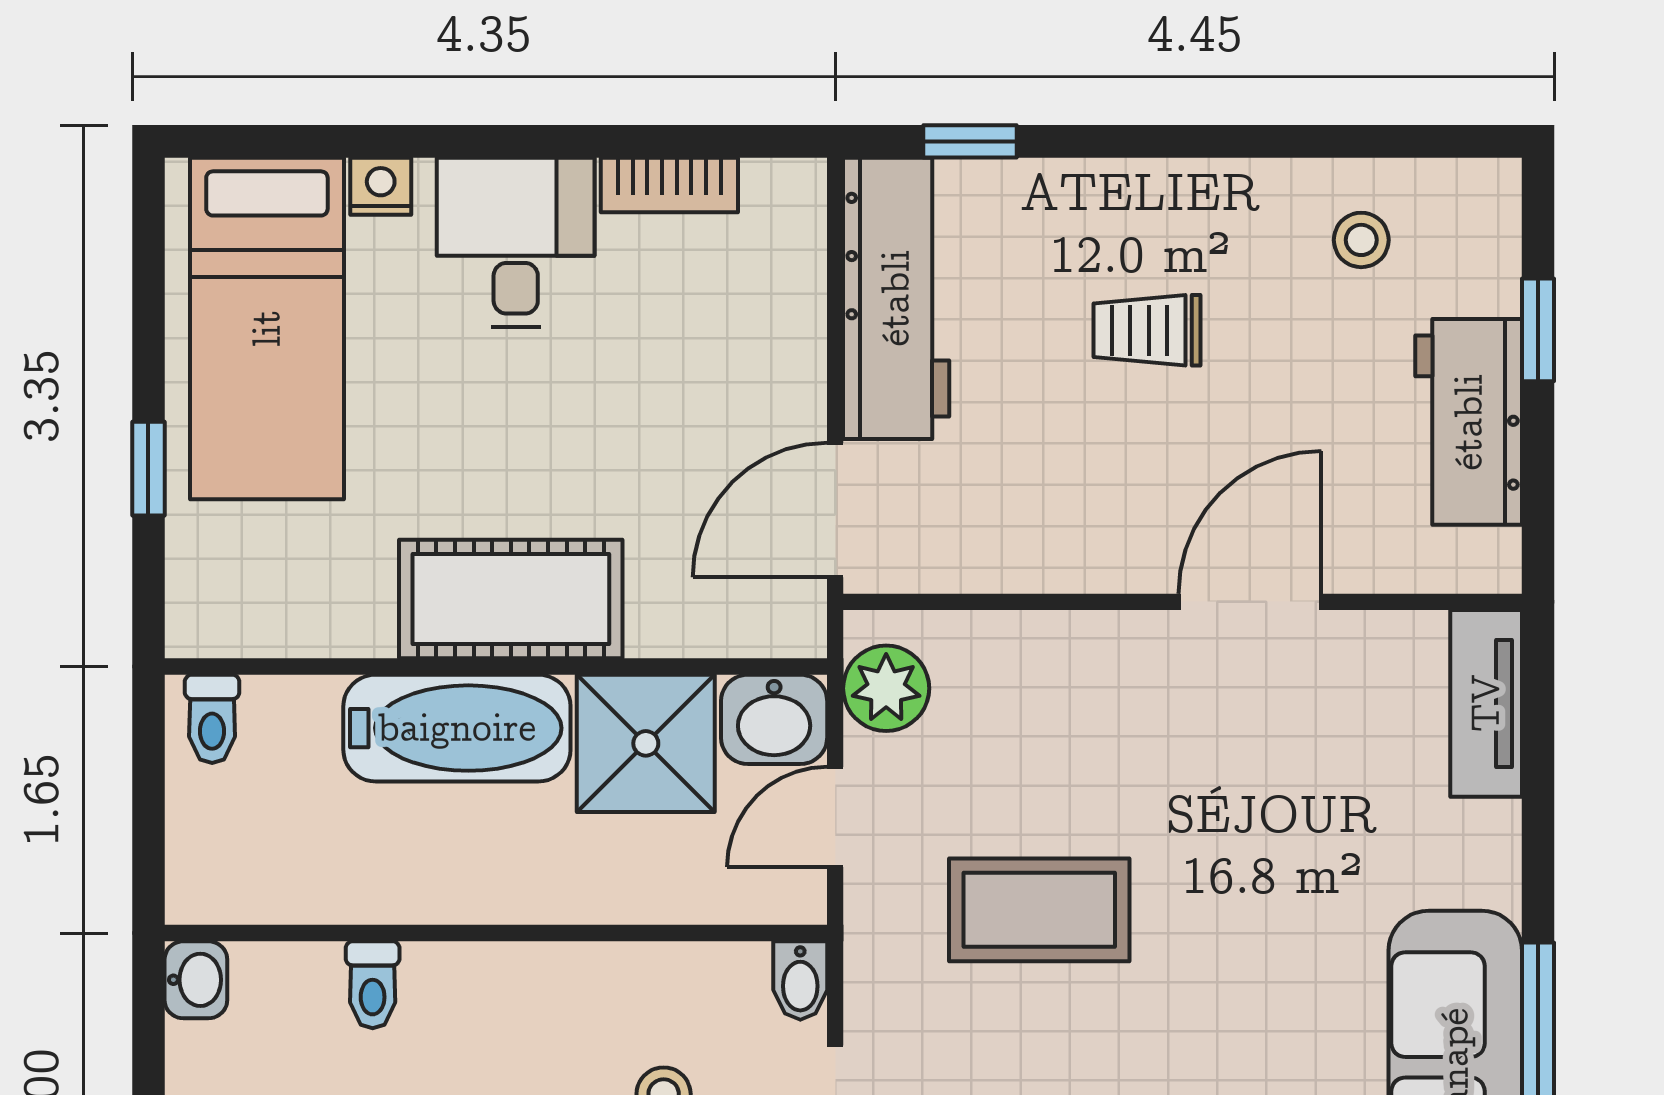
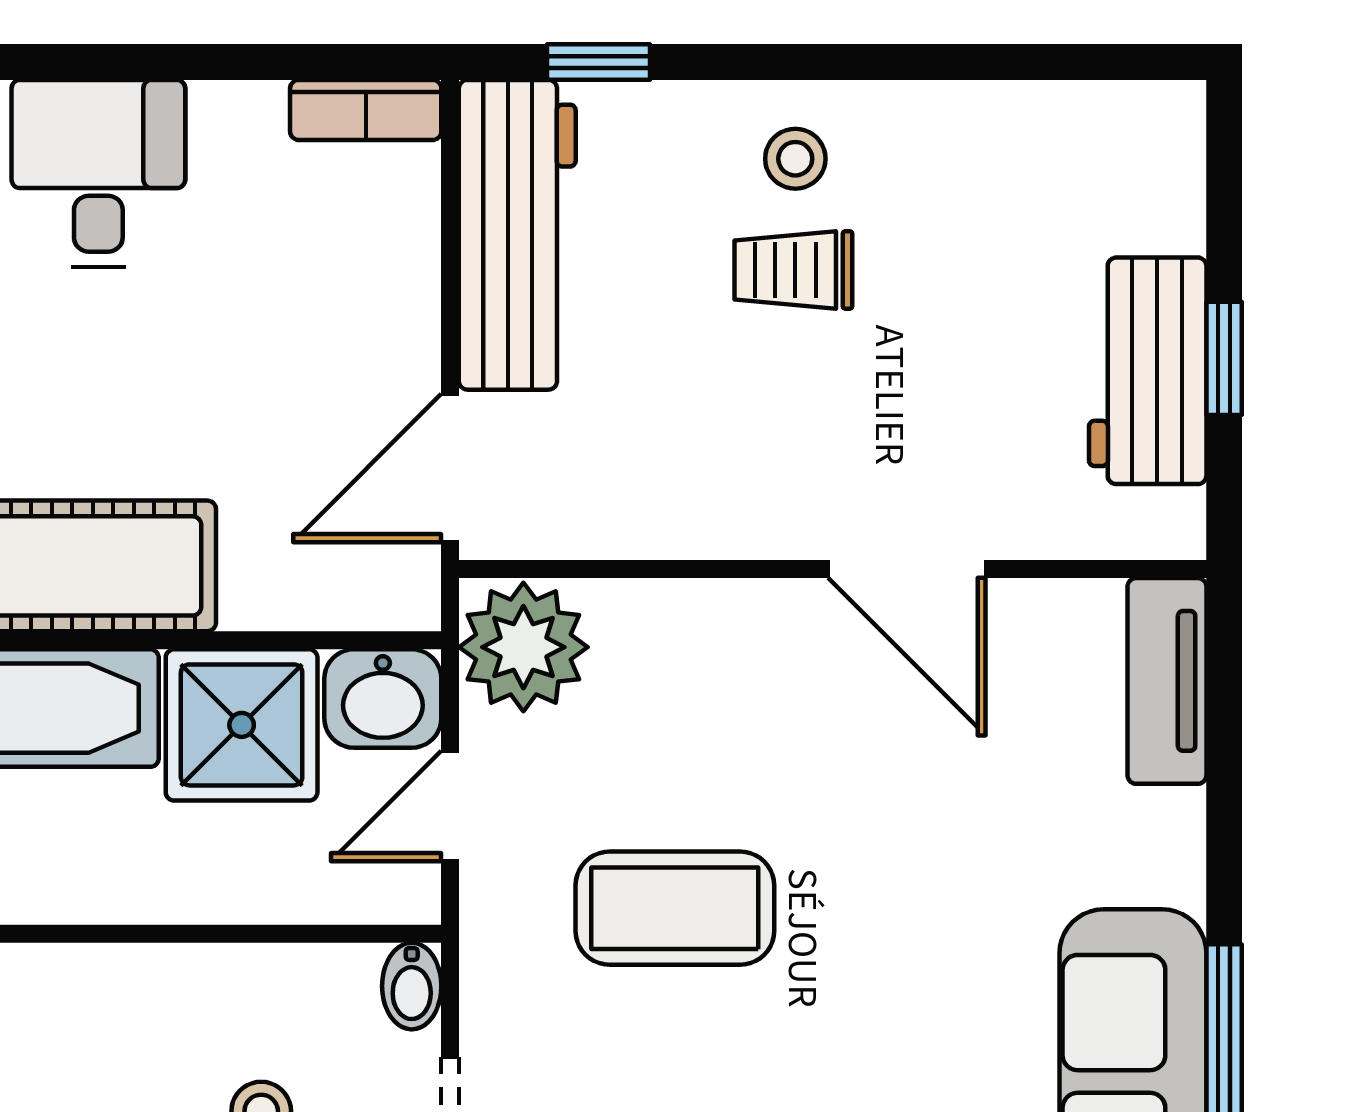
bookcase: (669, 185) -> (366, 110), moved
stool: (1361, 240) -> (795, 159), moved
window: (1538, 330) -> (1224, 358), moved
door: (1250, 602) -> (907, 569), swing flipped
plant: (886, 688) -> (523, 647), width x1.36, depth x1.36

